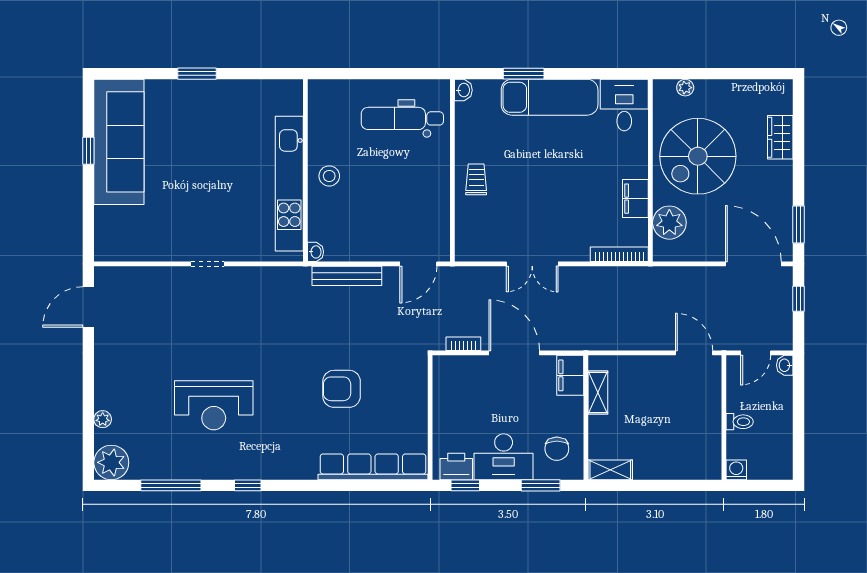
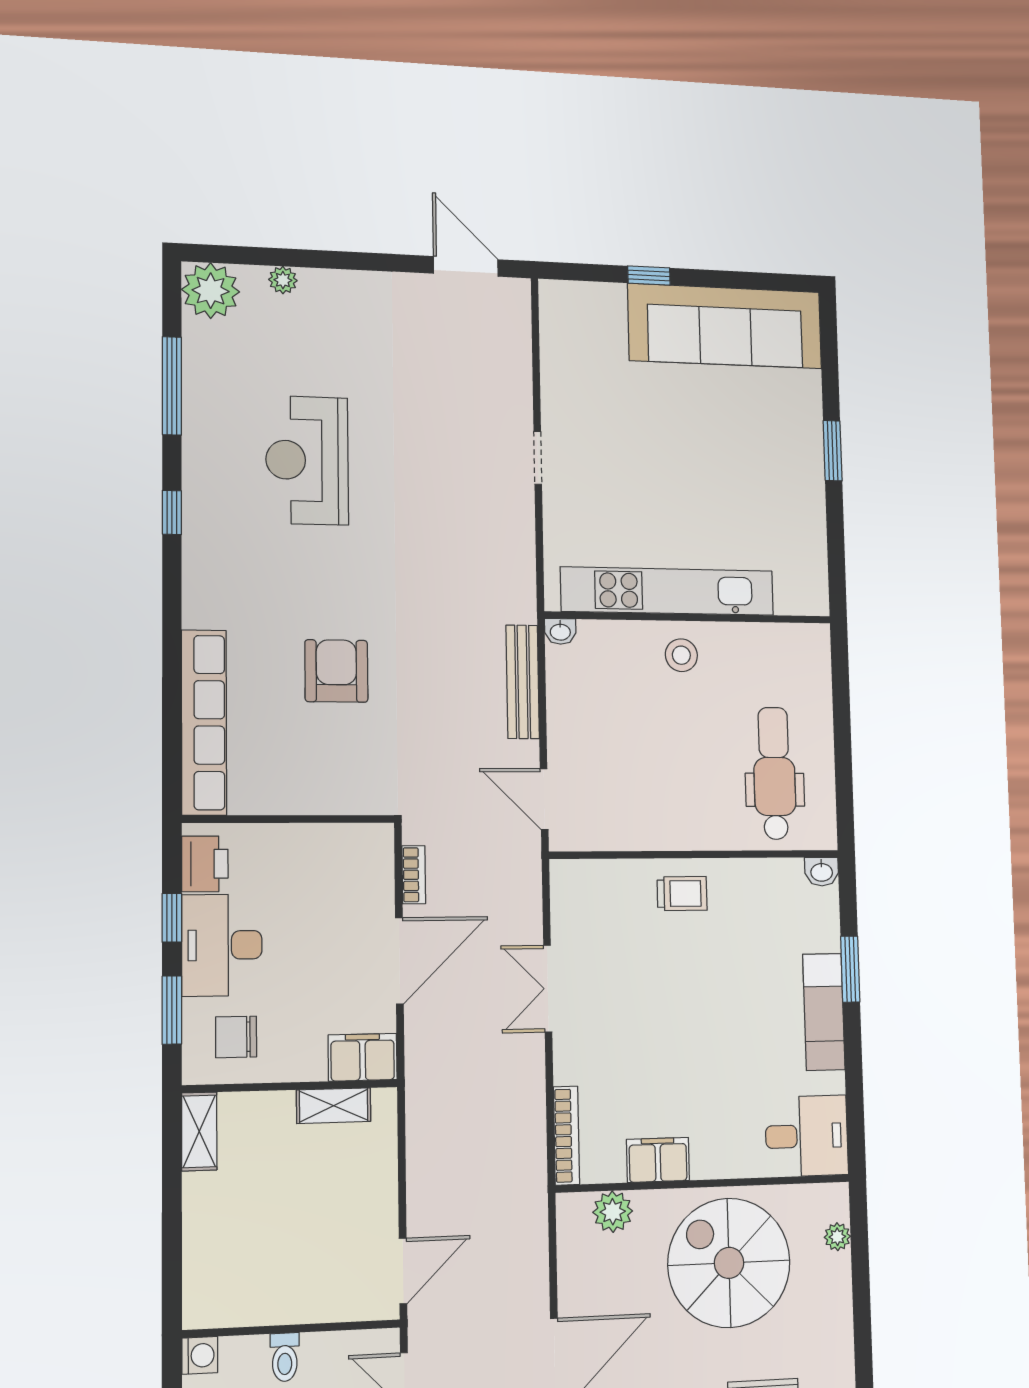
exam couch: (550, 97) -> (824, 1012), width x0.73, depth x0.69
window: (88, 151) -> (649, 275), moved
plant: (669, 223) -> (613, 1212), width x0.73, depth x0.73
window: (465, 485) -> (172, 918), moved

